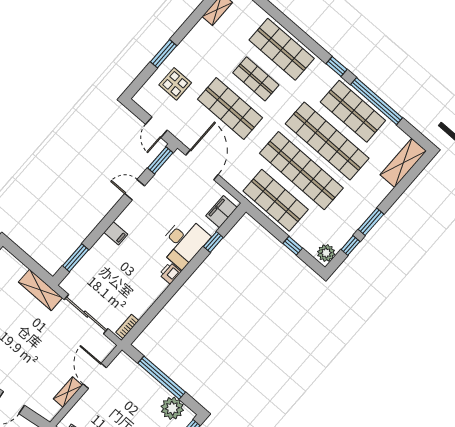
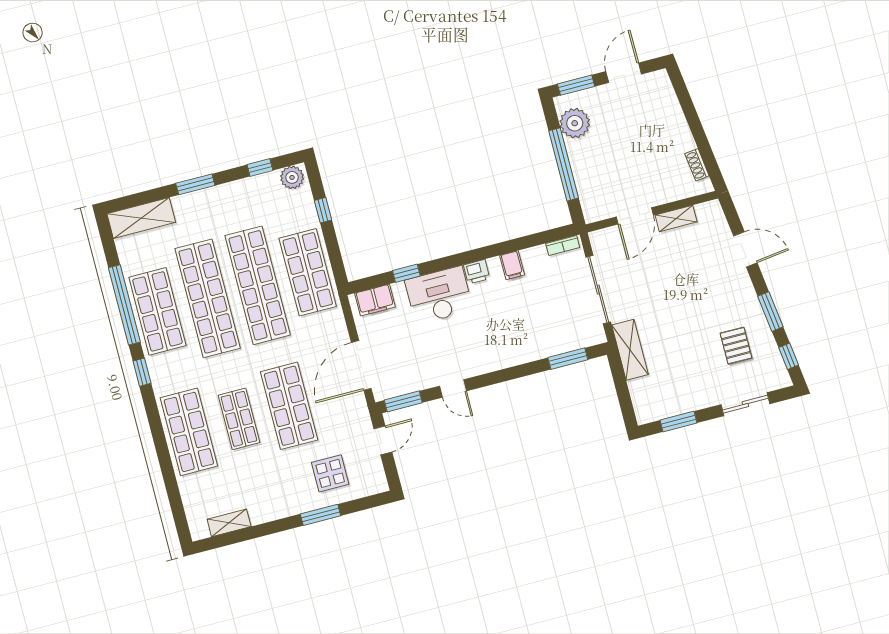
window: (371, 222) -> (195, 184), moved
filing cabinet: (116, 233) -> (512, 265), moved, turned 180

